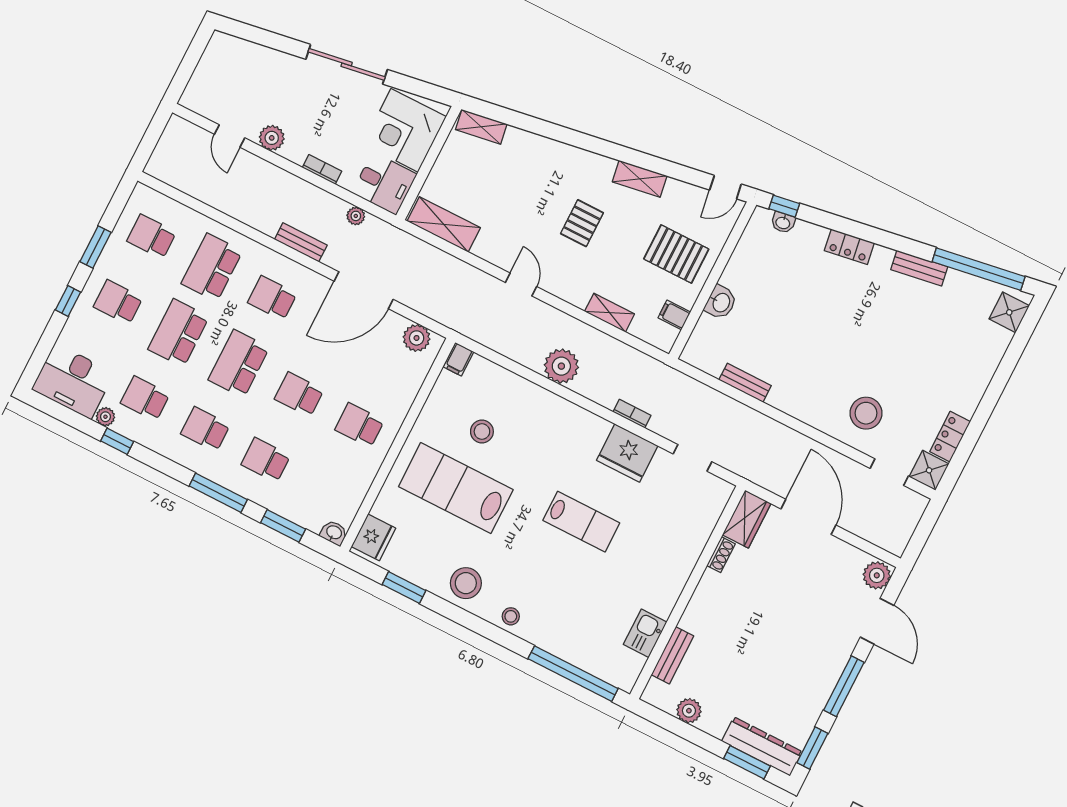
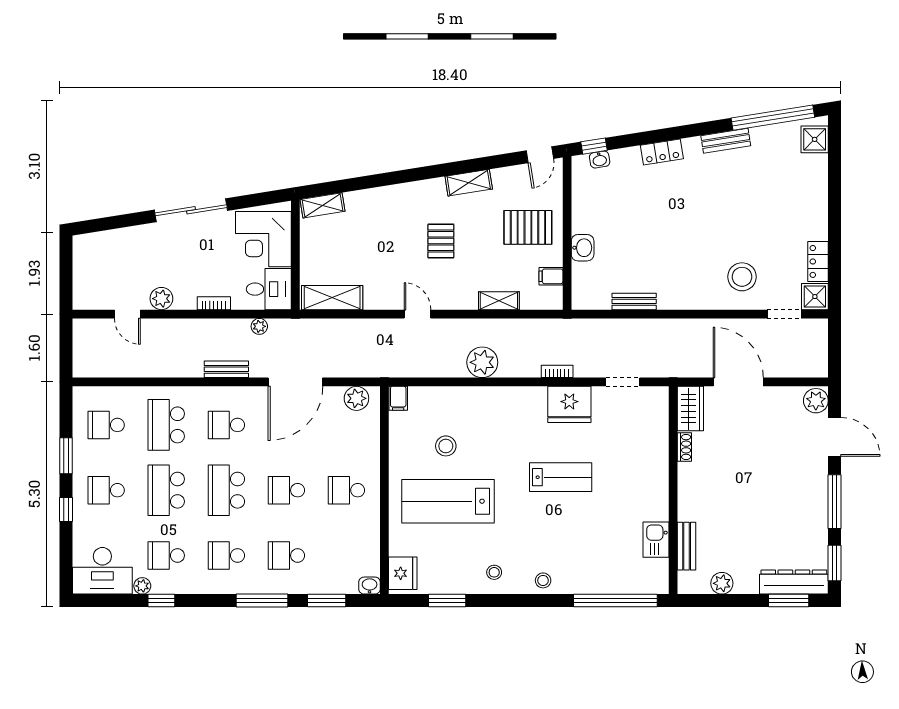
stool: (466, 583) -> (494, 572), width x0.53, depth x0.53

